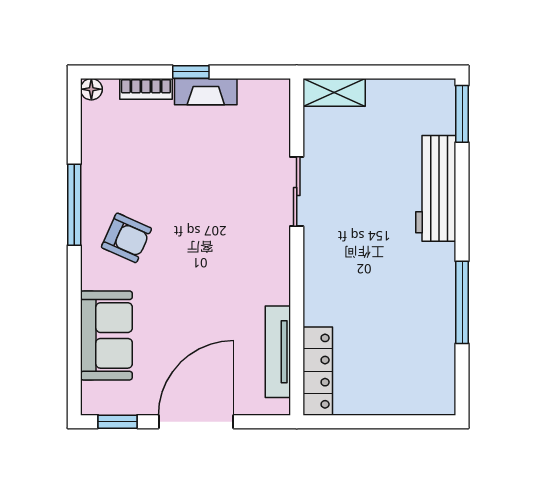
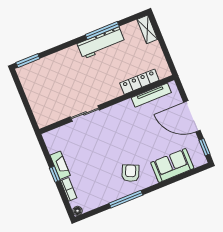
shelving: (334, 92) -> (147, 29), moved
workbench: (436, 188) -> (101, 43), moved
locker: (318, 371) -> (139, 82), moved

